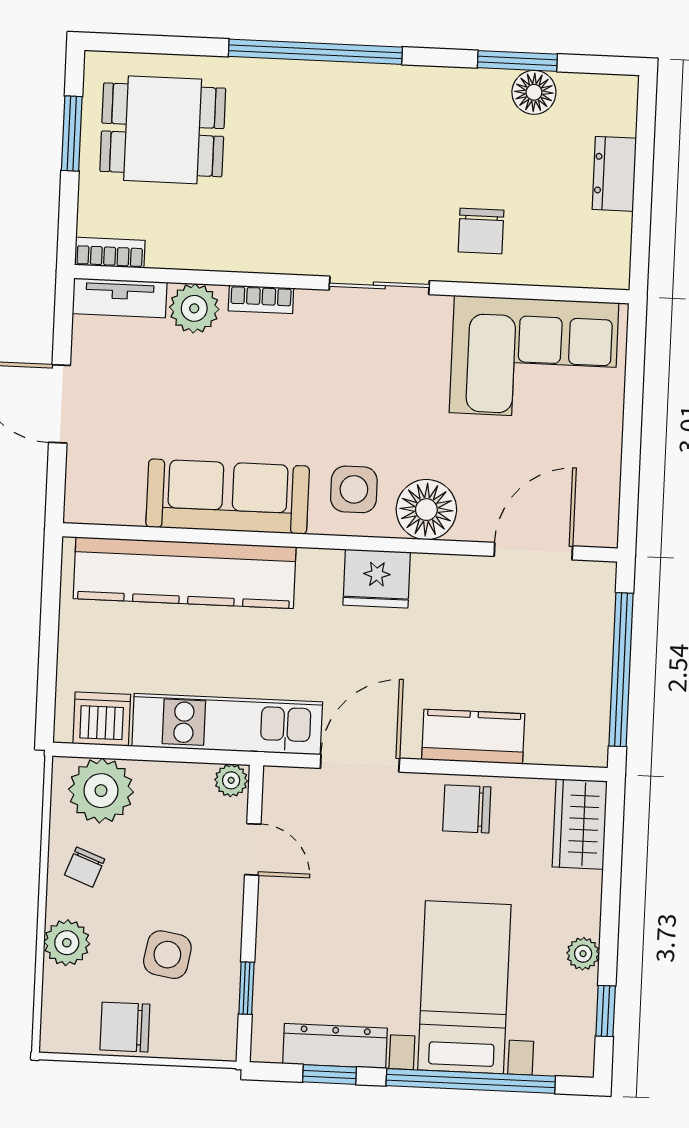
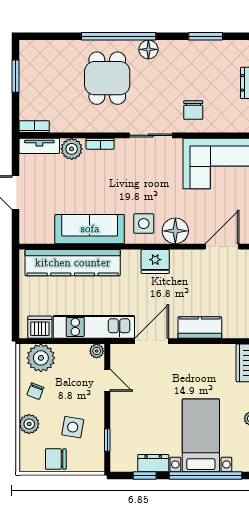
floor lamp: (534, 92) -> (148, 49), moved
dining table: (163, 130) -> (107, 78), moved, turned 90
chair: (467, 809) -> (198, 359), removed
dresser: (335, 1046) -> (153, 463), width x0.70

